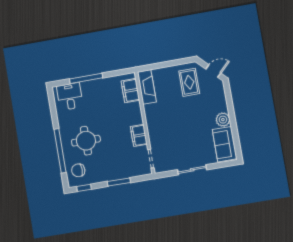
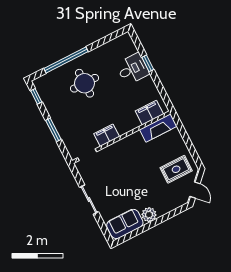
window: (86, 78) -> (148, 63), width x0.46
desk: (70, 96) -> (133, 69), moved
chair: (78, 170) -> (52, 85), removed

